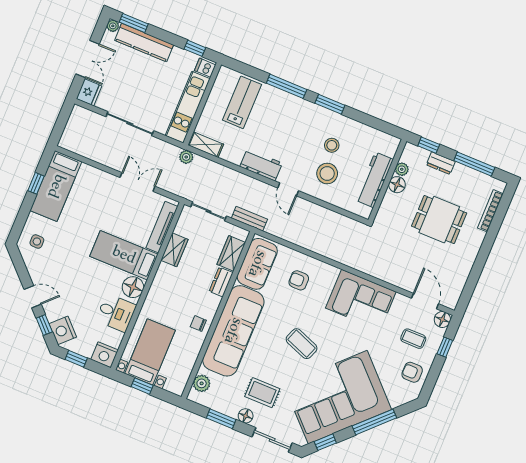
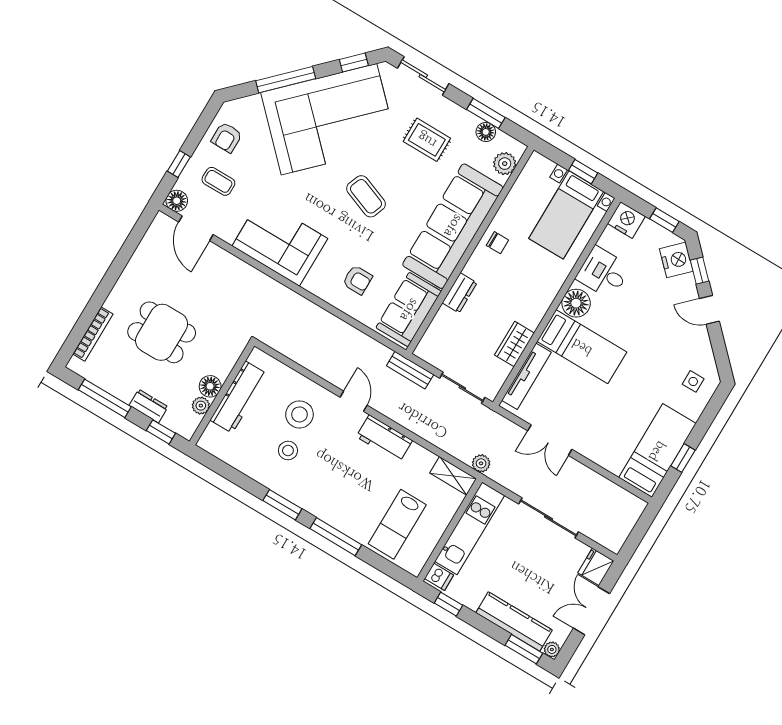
wardrobe: (231, 253) -> (441, 328), removed
armchair: (412, 372) -> (227, 137), turned 90
floor lamp: (246, 416) -> (486, 132), moved

